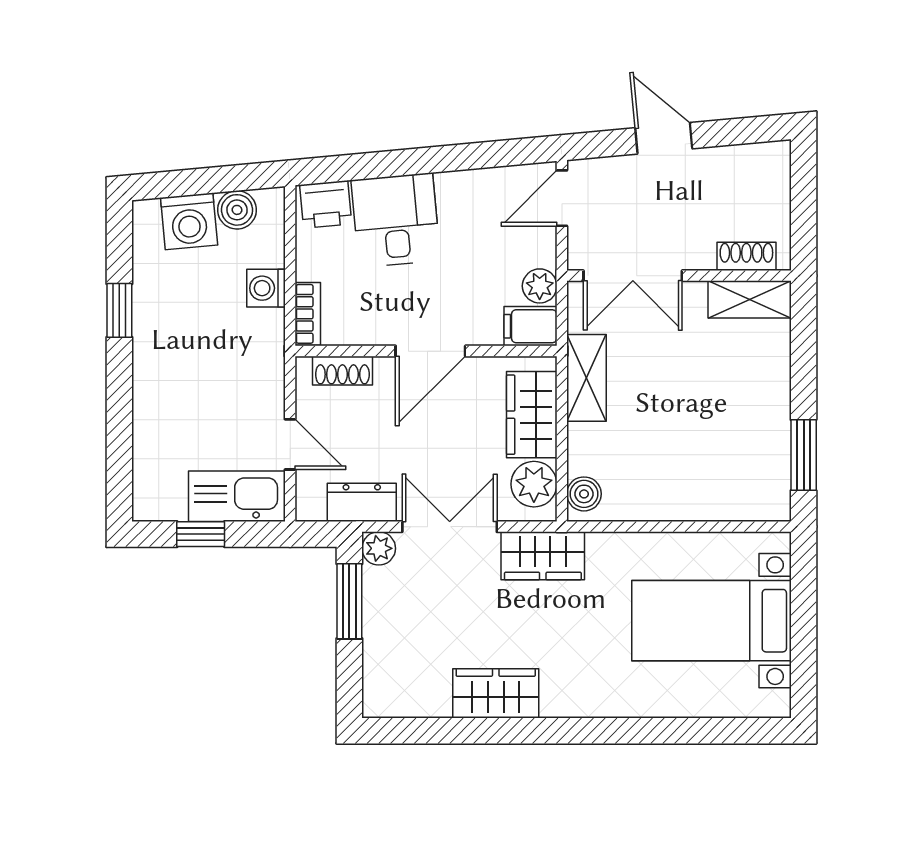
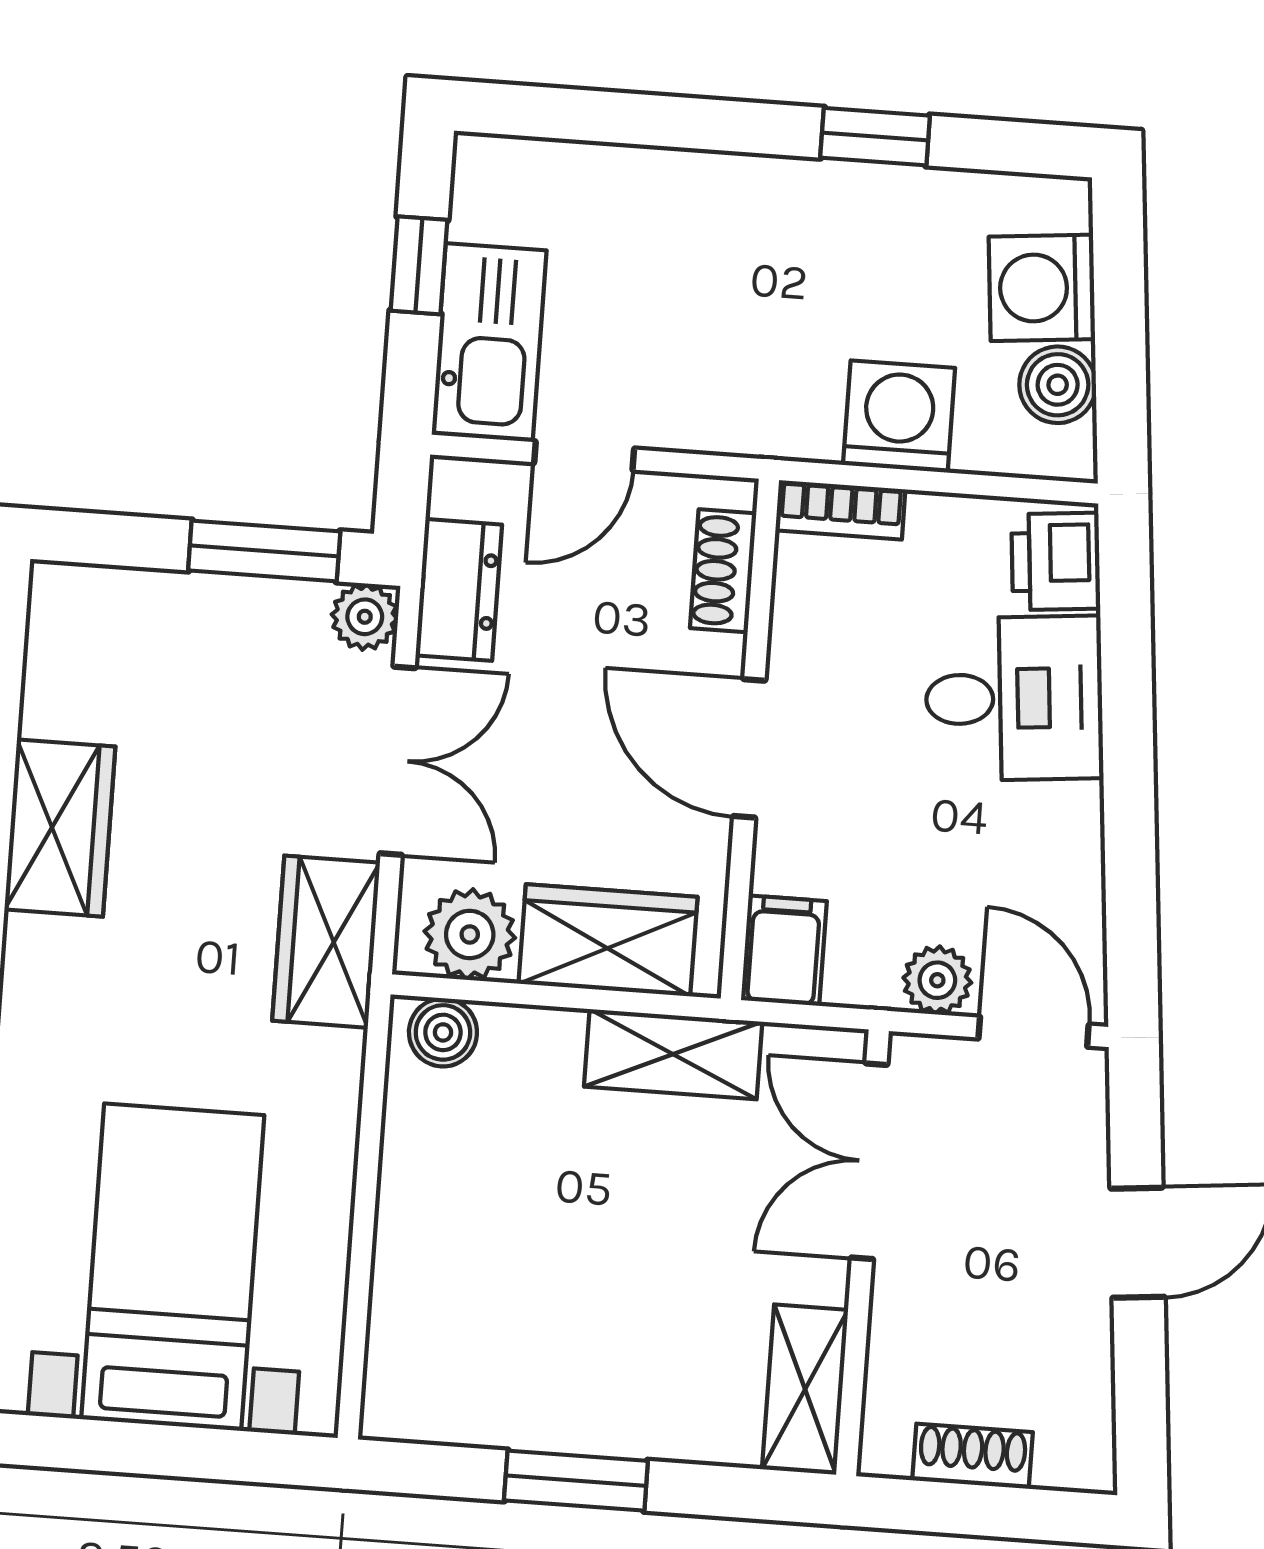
shoe rack: (746, 256) -> (973, 1456), moved, turned -90
plant: (540, 286) -> (937, 980), moved
washing machine: (266, 288) -> (899, 416), width x1.38, depth x1.38
window: (804, 455) -> (576, 1481), moved

